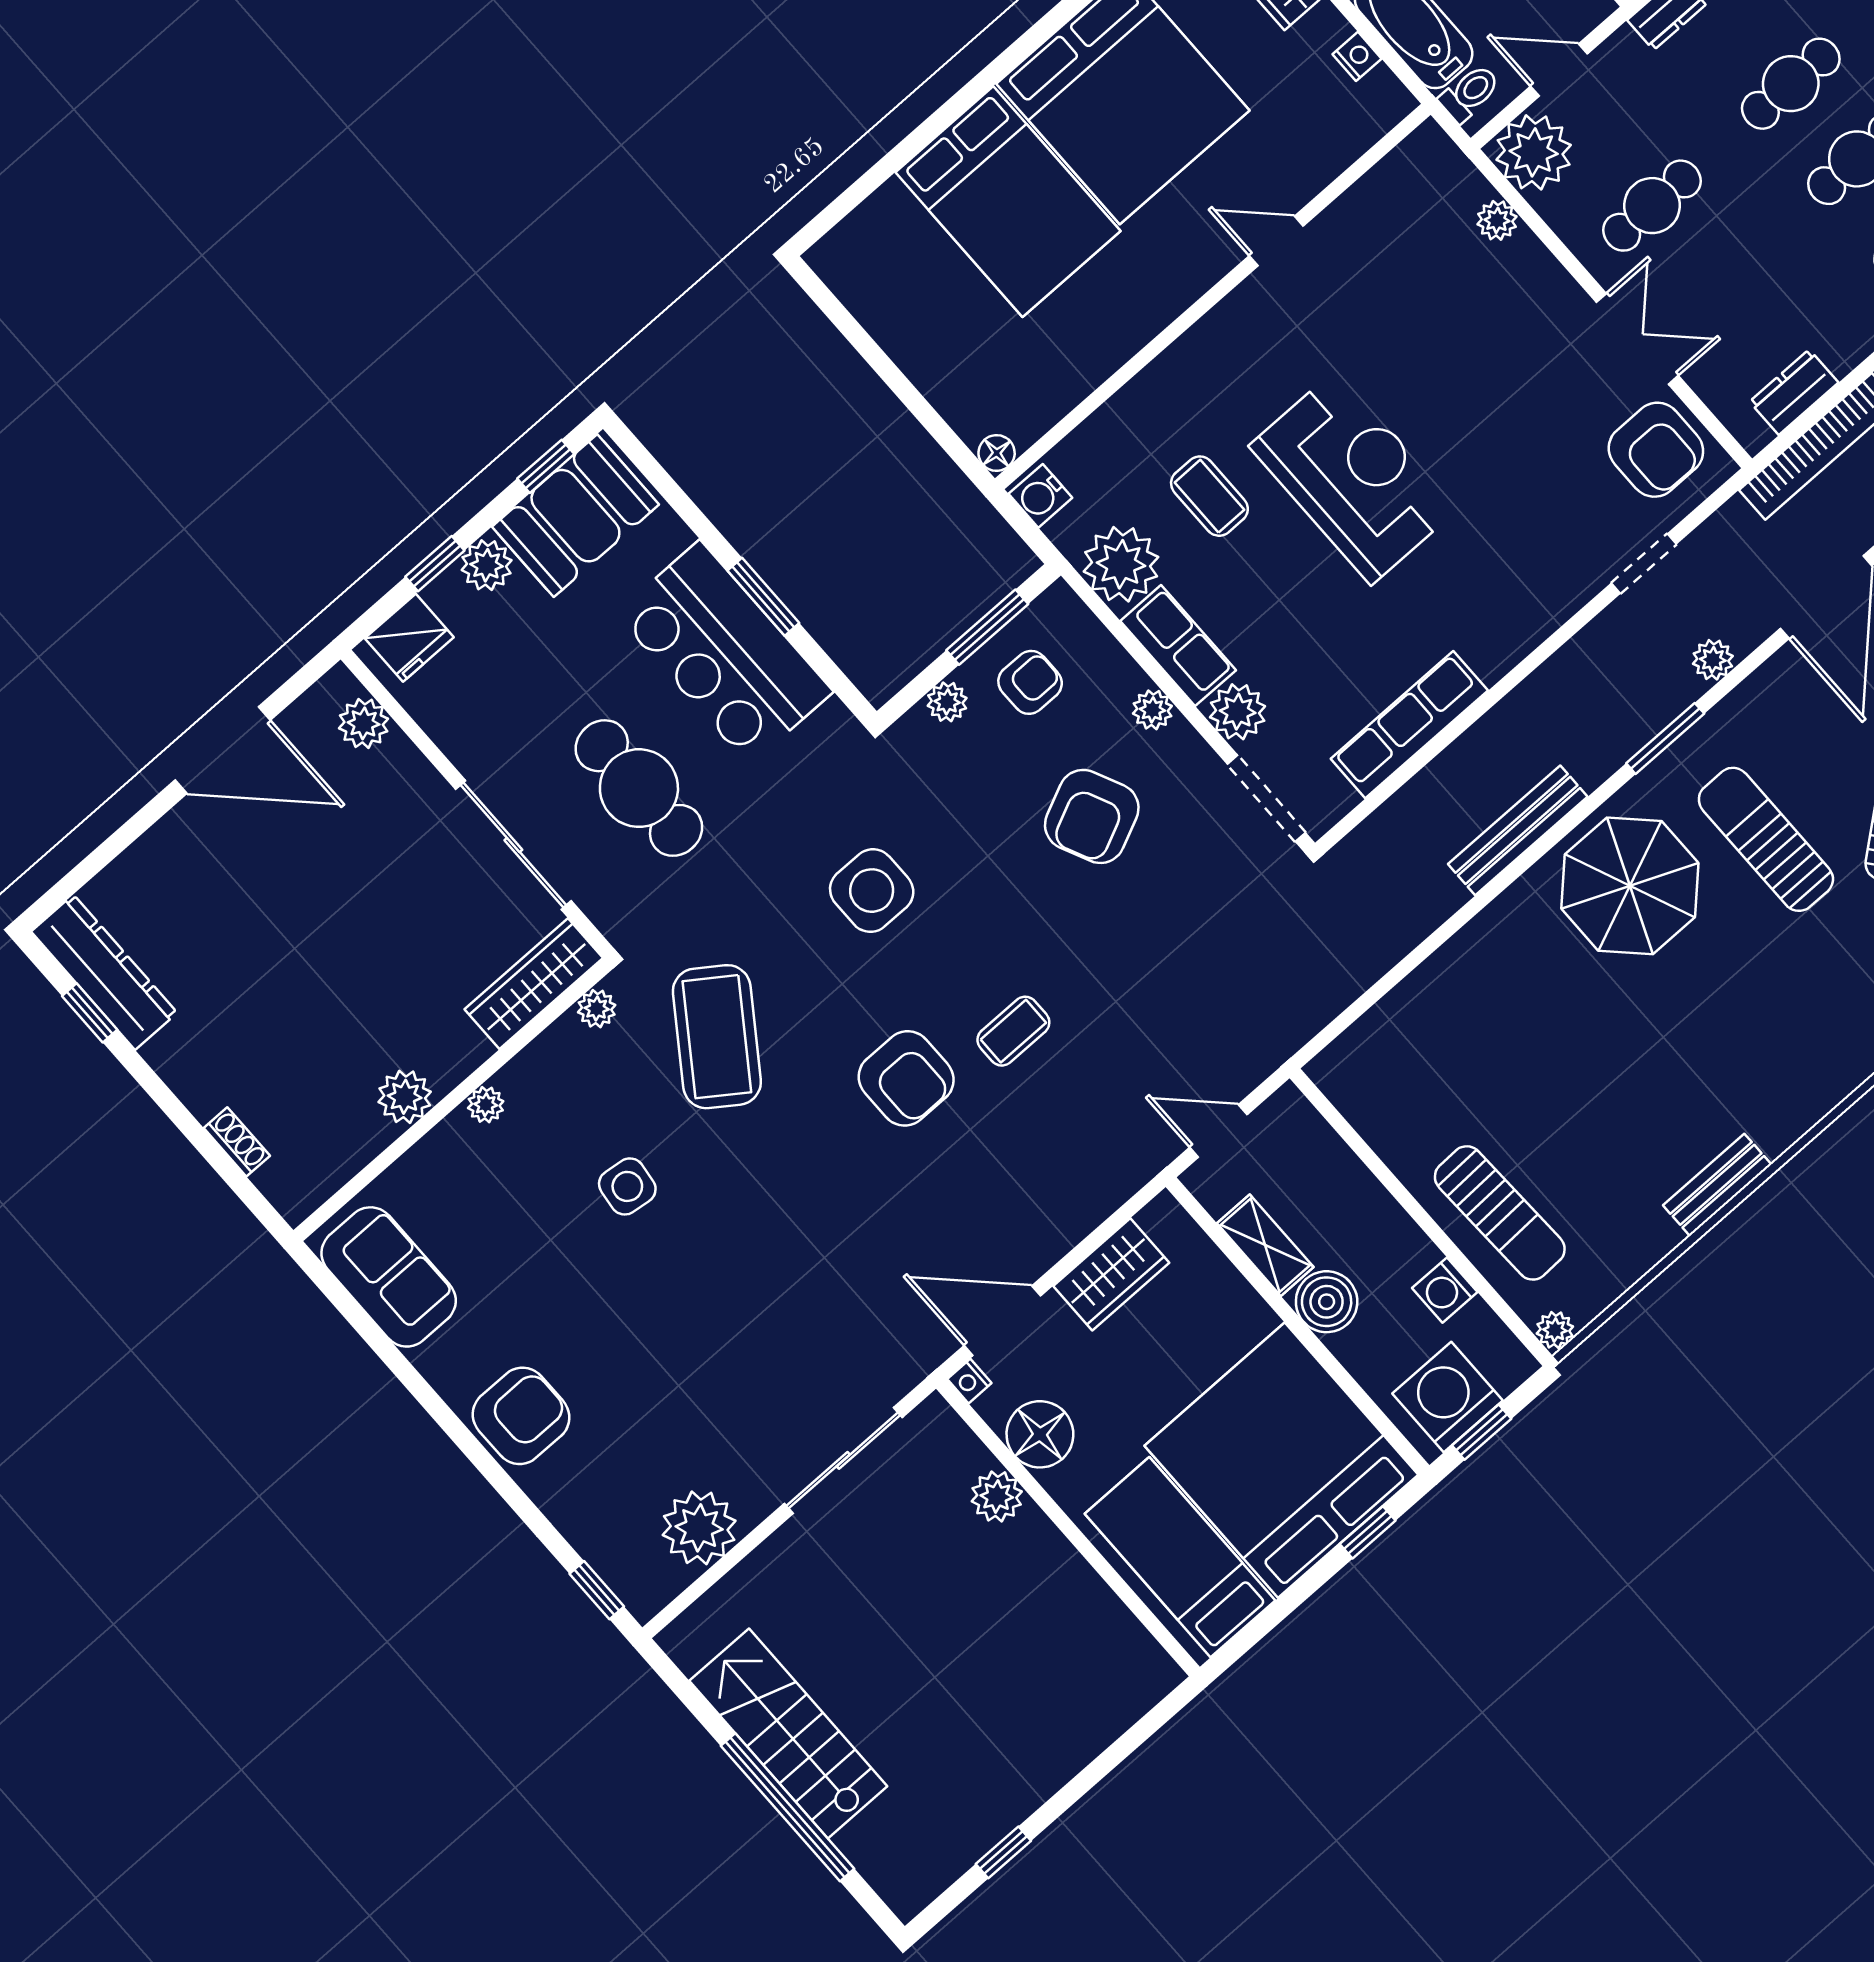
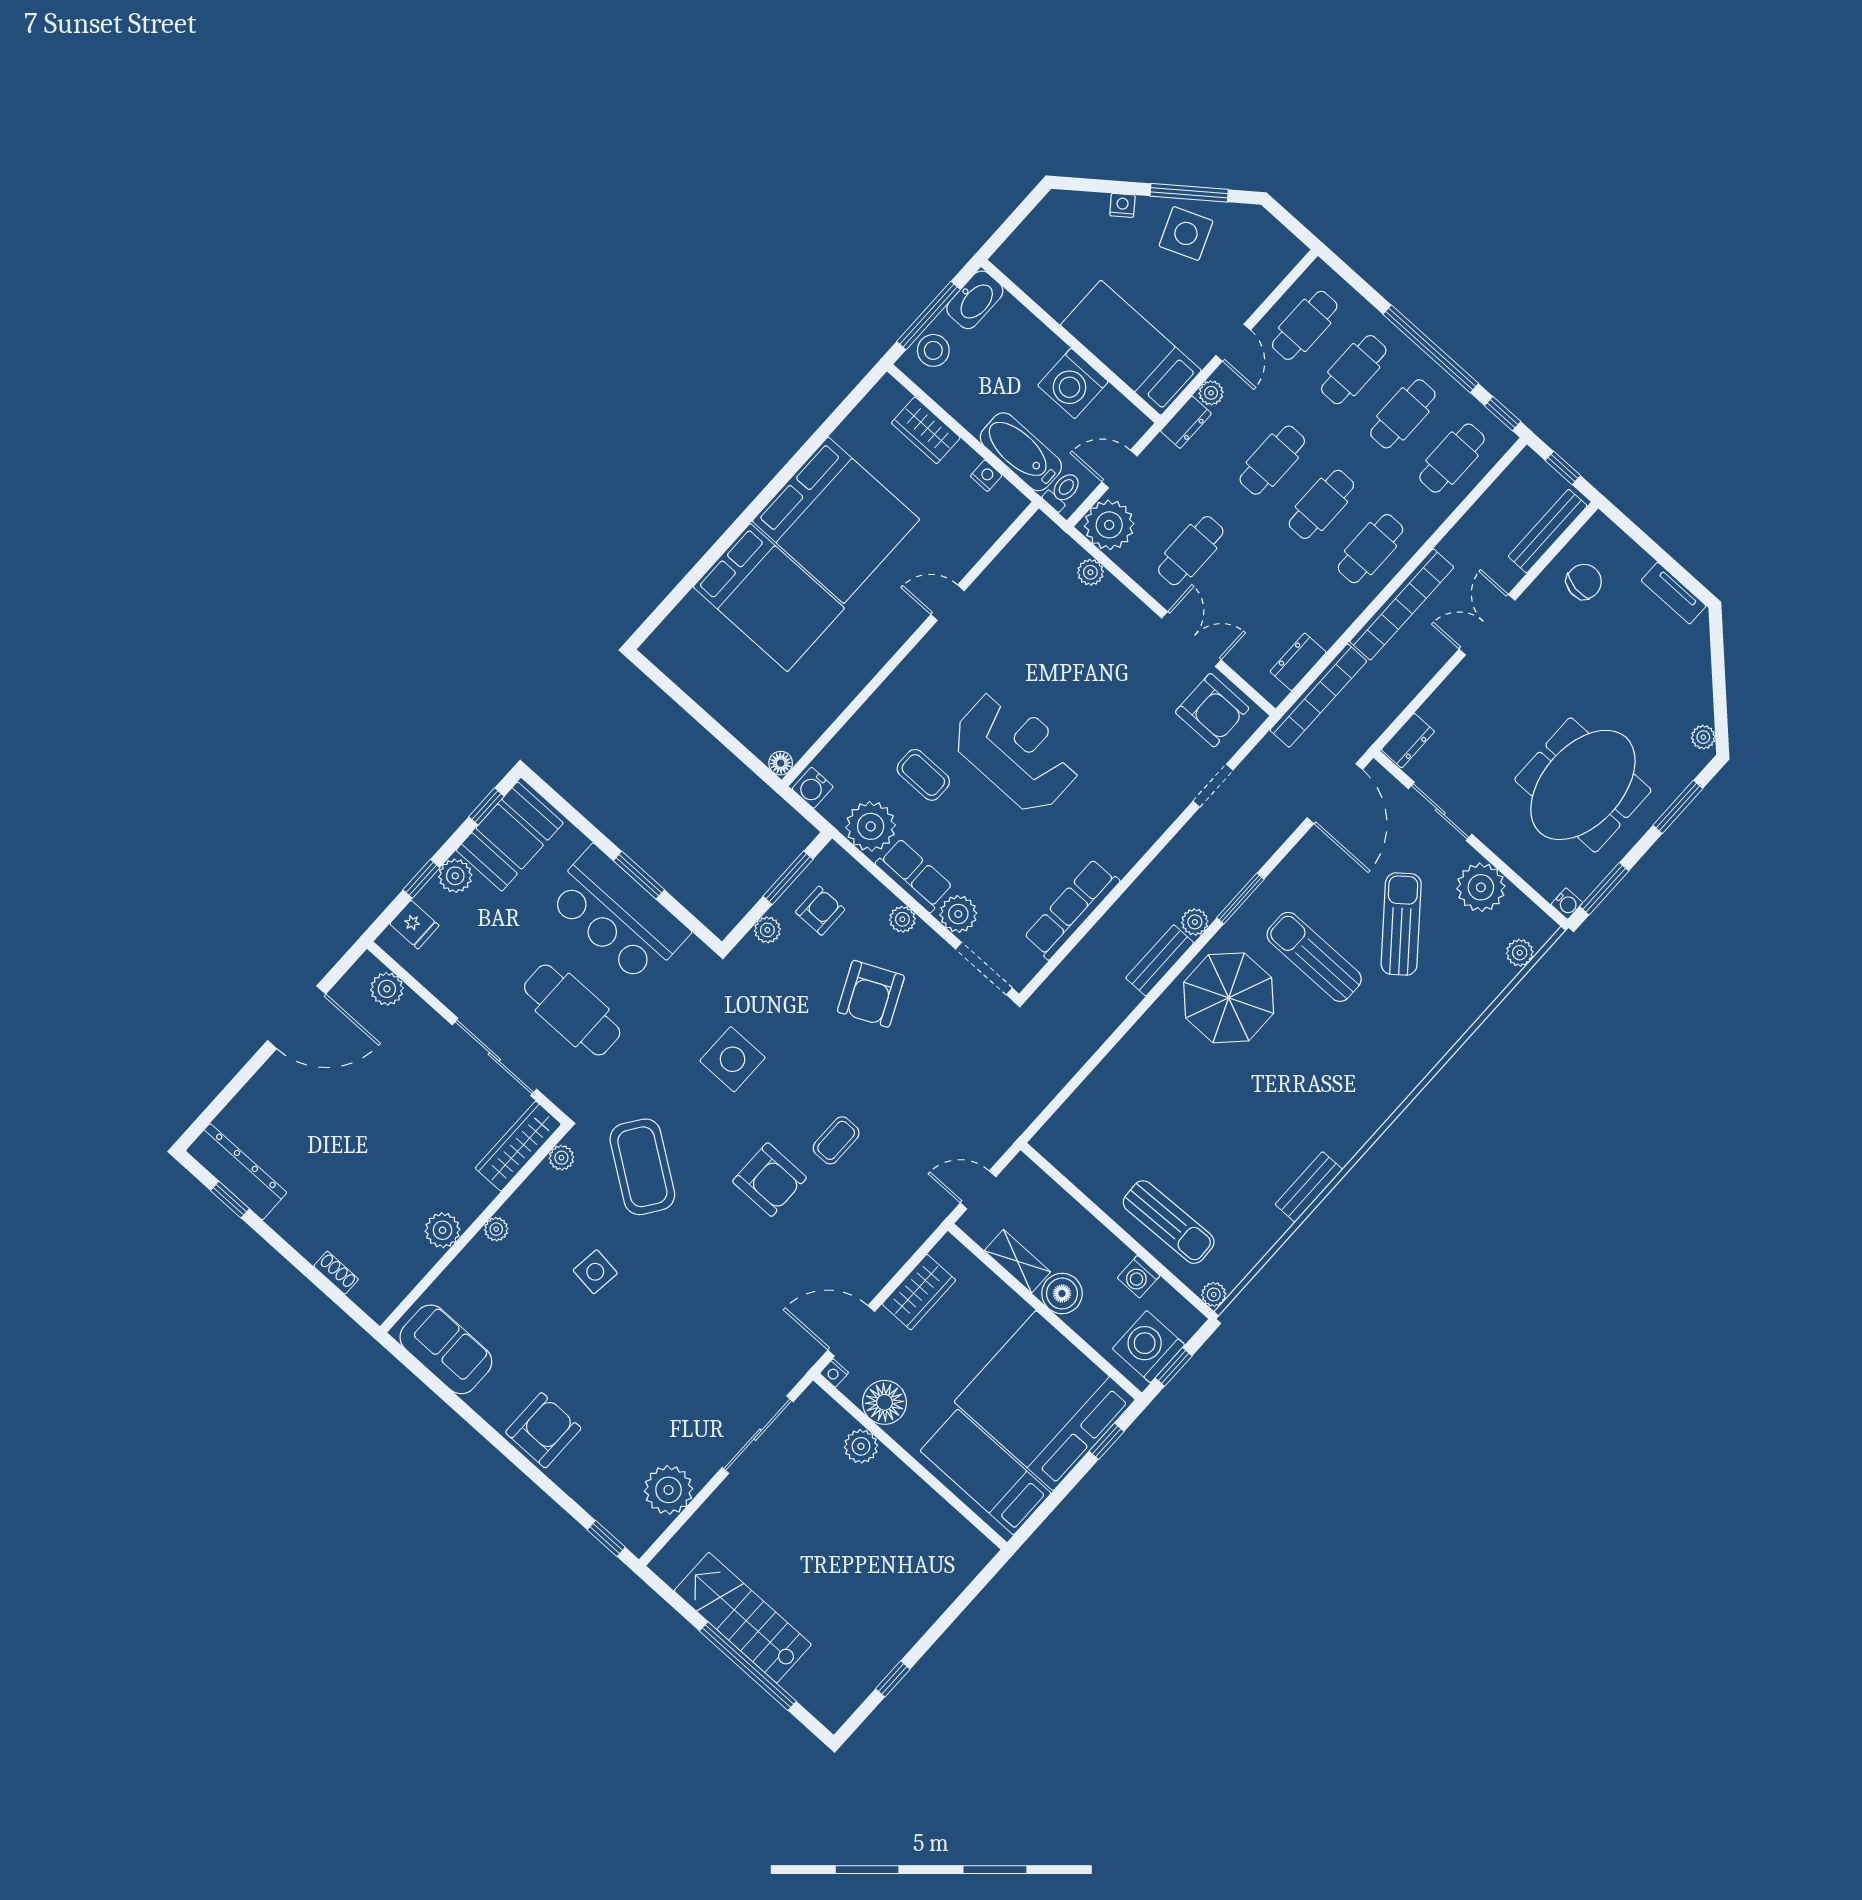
fridge: (409, 638) -> (414, 925), width x0.72
plant: (1713, 660) -> (1195, 922), moved
bench: (1518, 830) -> (1160, 960), width x0.73

